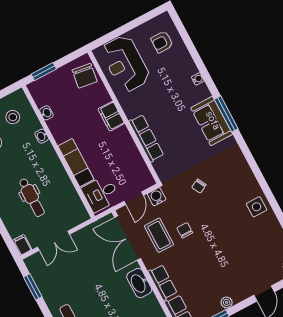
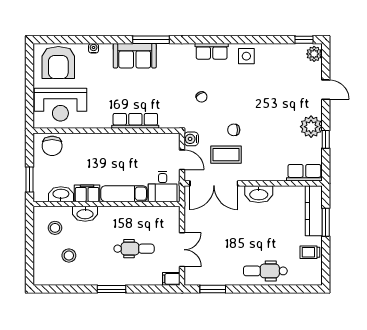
armchair: (162, 42) -> (58, 62), width x1.88, depth x1.88
chair: (85, 76) -> (52, 146), turned 82
water cooler: (198, 79) -> (94, 48), moved
washbasin: (46, 113) -> (61, 194), width x1.91, depth x1.45
filing cabinet: (111, 116) -> (87, 193), moved, turned 180
sofa: (212, 121) -> (135, 56), moved
washbasin: (42, 136) -> (85, 214), width x1.91, depth x1.45
row of seats: (163, 282) -> (212, 51), moved, turned 180
plant: (227, 302) -> (311, 127), width x1.88, depth x1.88

